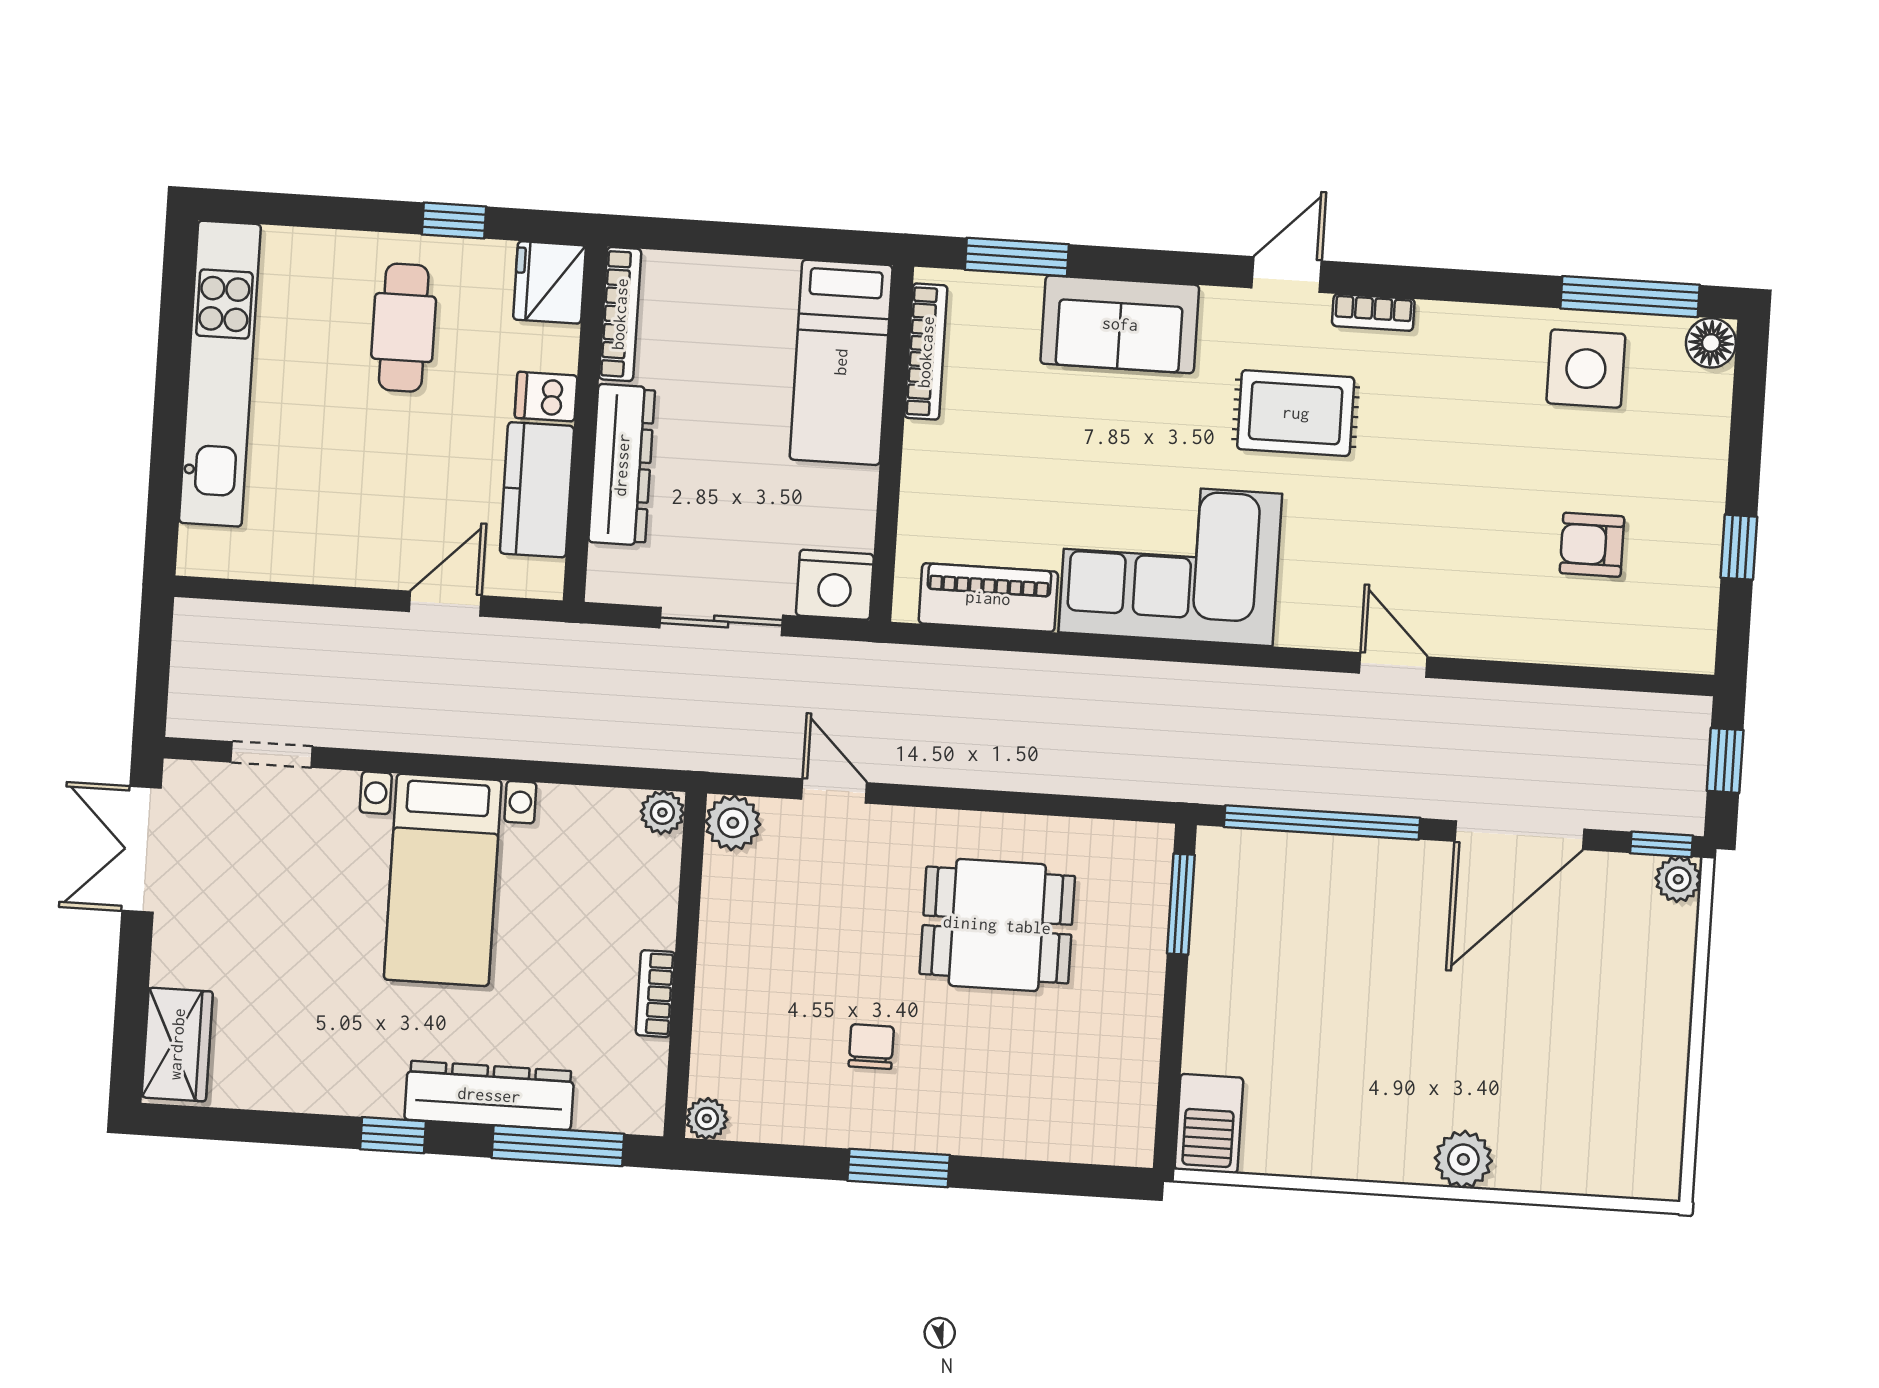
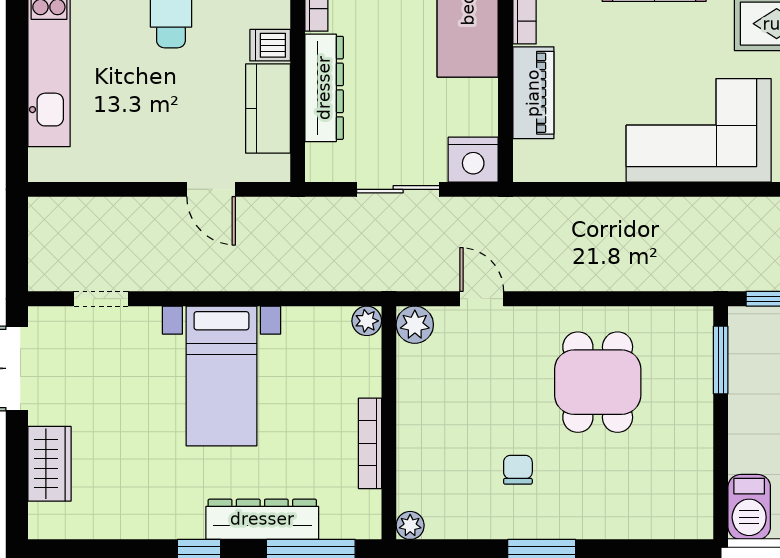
piano: (988, 598) -> (533, 93), moved, turned 90
door: (445, 604) -> (211, 189), swing flipped
dining table: (997, 925) -> (598, 382), turned 90
bookcase: (655, 994) -> (370, 443), width x1.56
wardrobe: (177, 1044) -> (49, 464), moved

